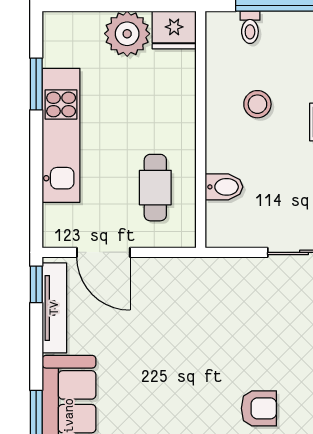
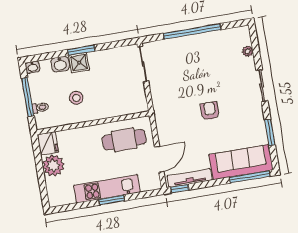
window: (36, 84) -> (112, 200), moved
bidet: (224, 187) -> (118, 107), removed
cafe table: (155, 188) -> (124, 140), width x1.37, depth x1.35
armchair: (259, 408) -> (210, 111), moved

